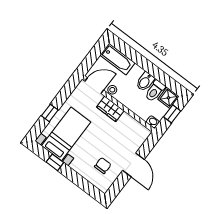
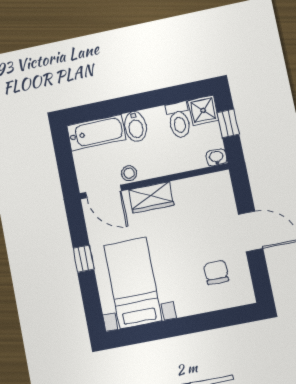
bidet: (145, 82) -> (136, 126), moved
door: (94, 86) -> (103, 192), swing flipped
window: (50, 113) -> (83, 259), moved
window: (55, 162) -> (157, 331), removed

